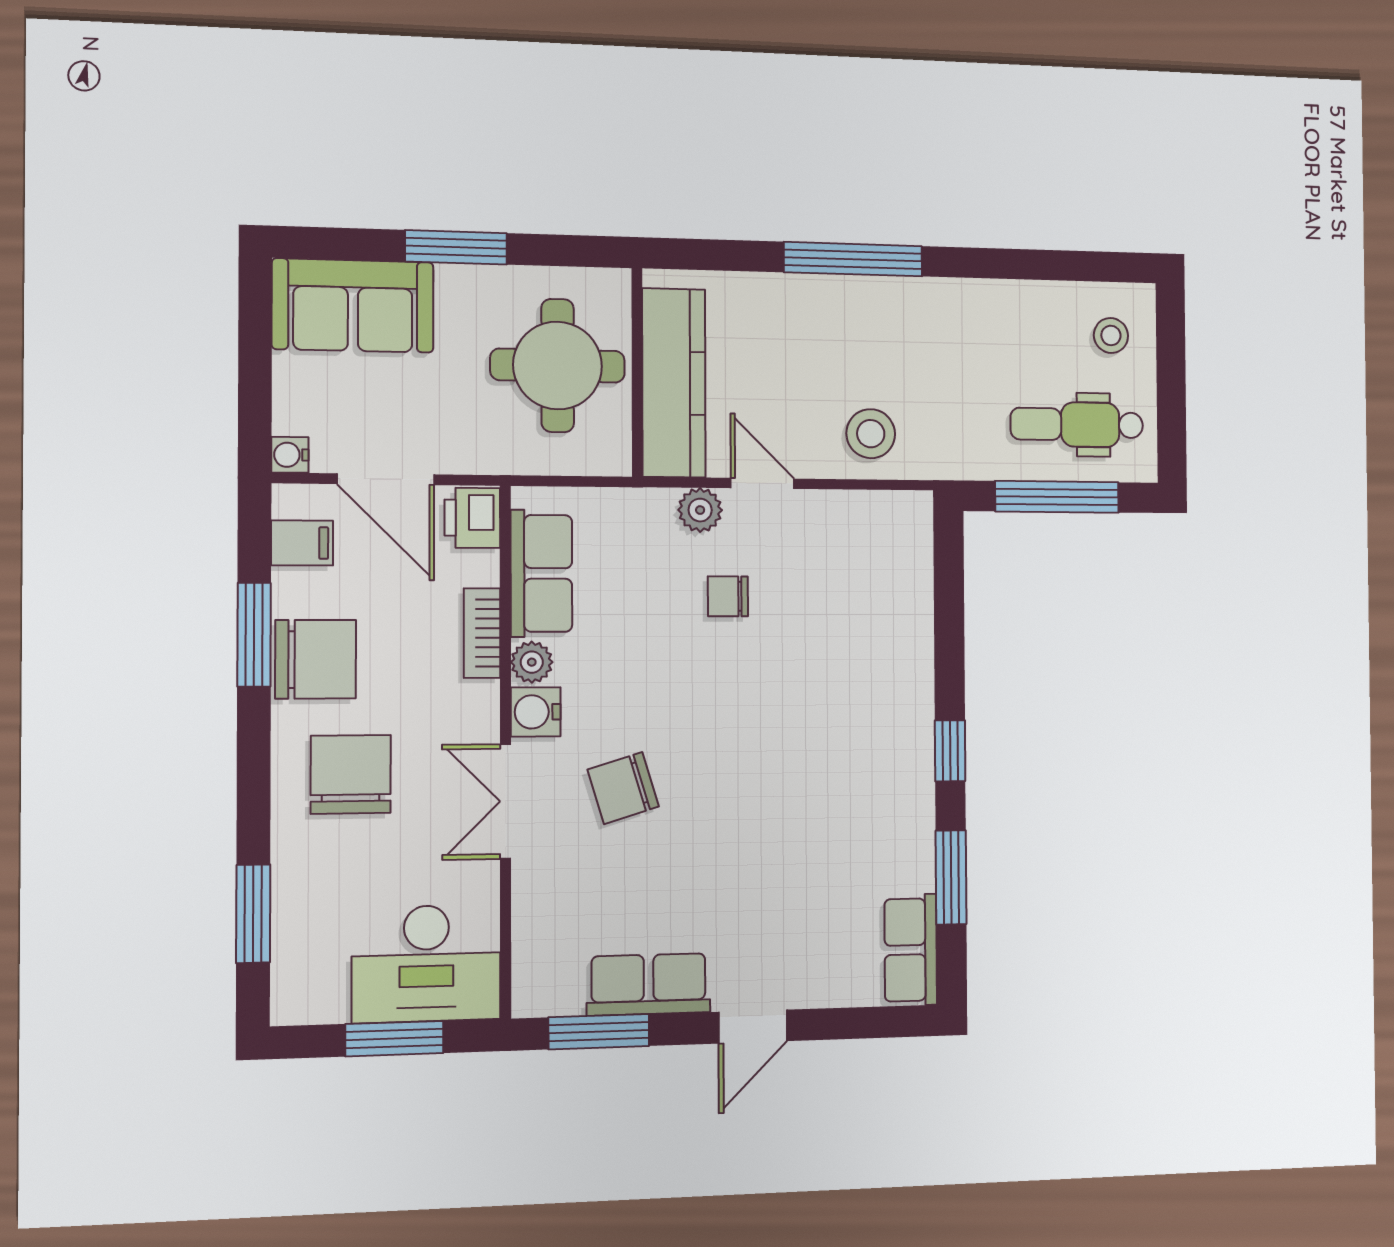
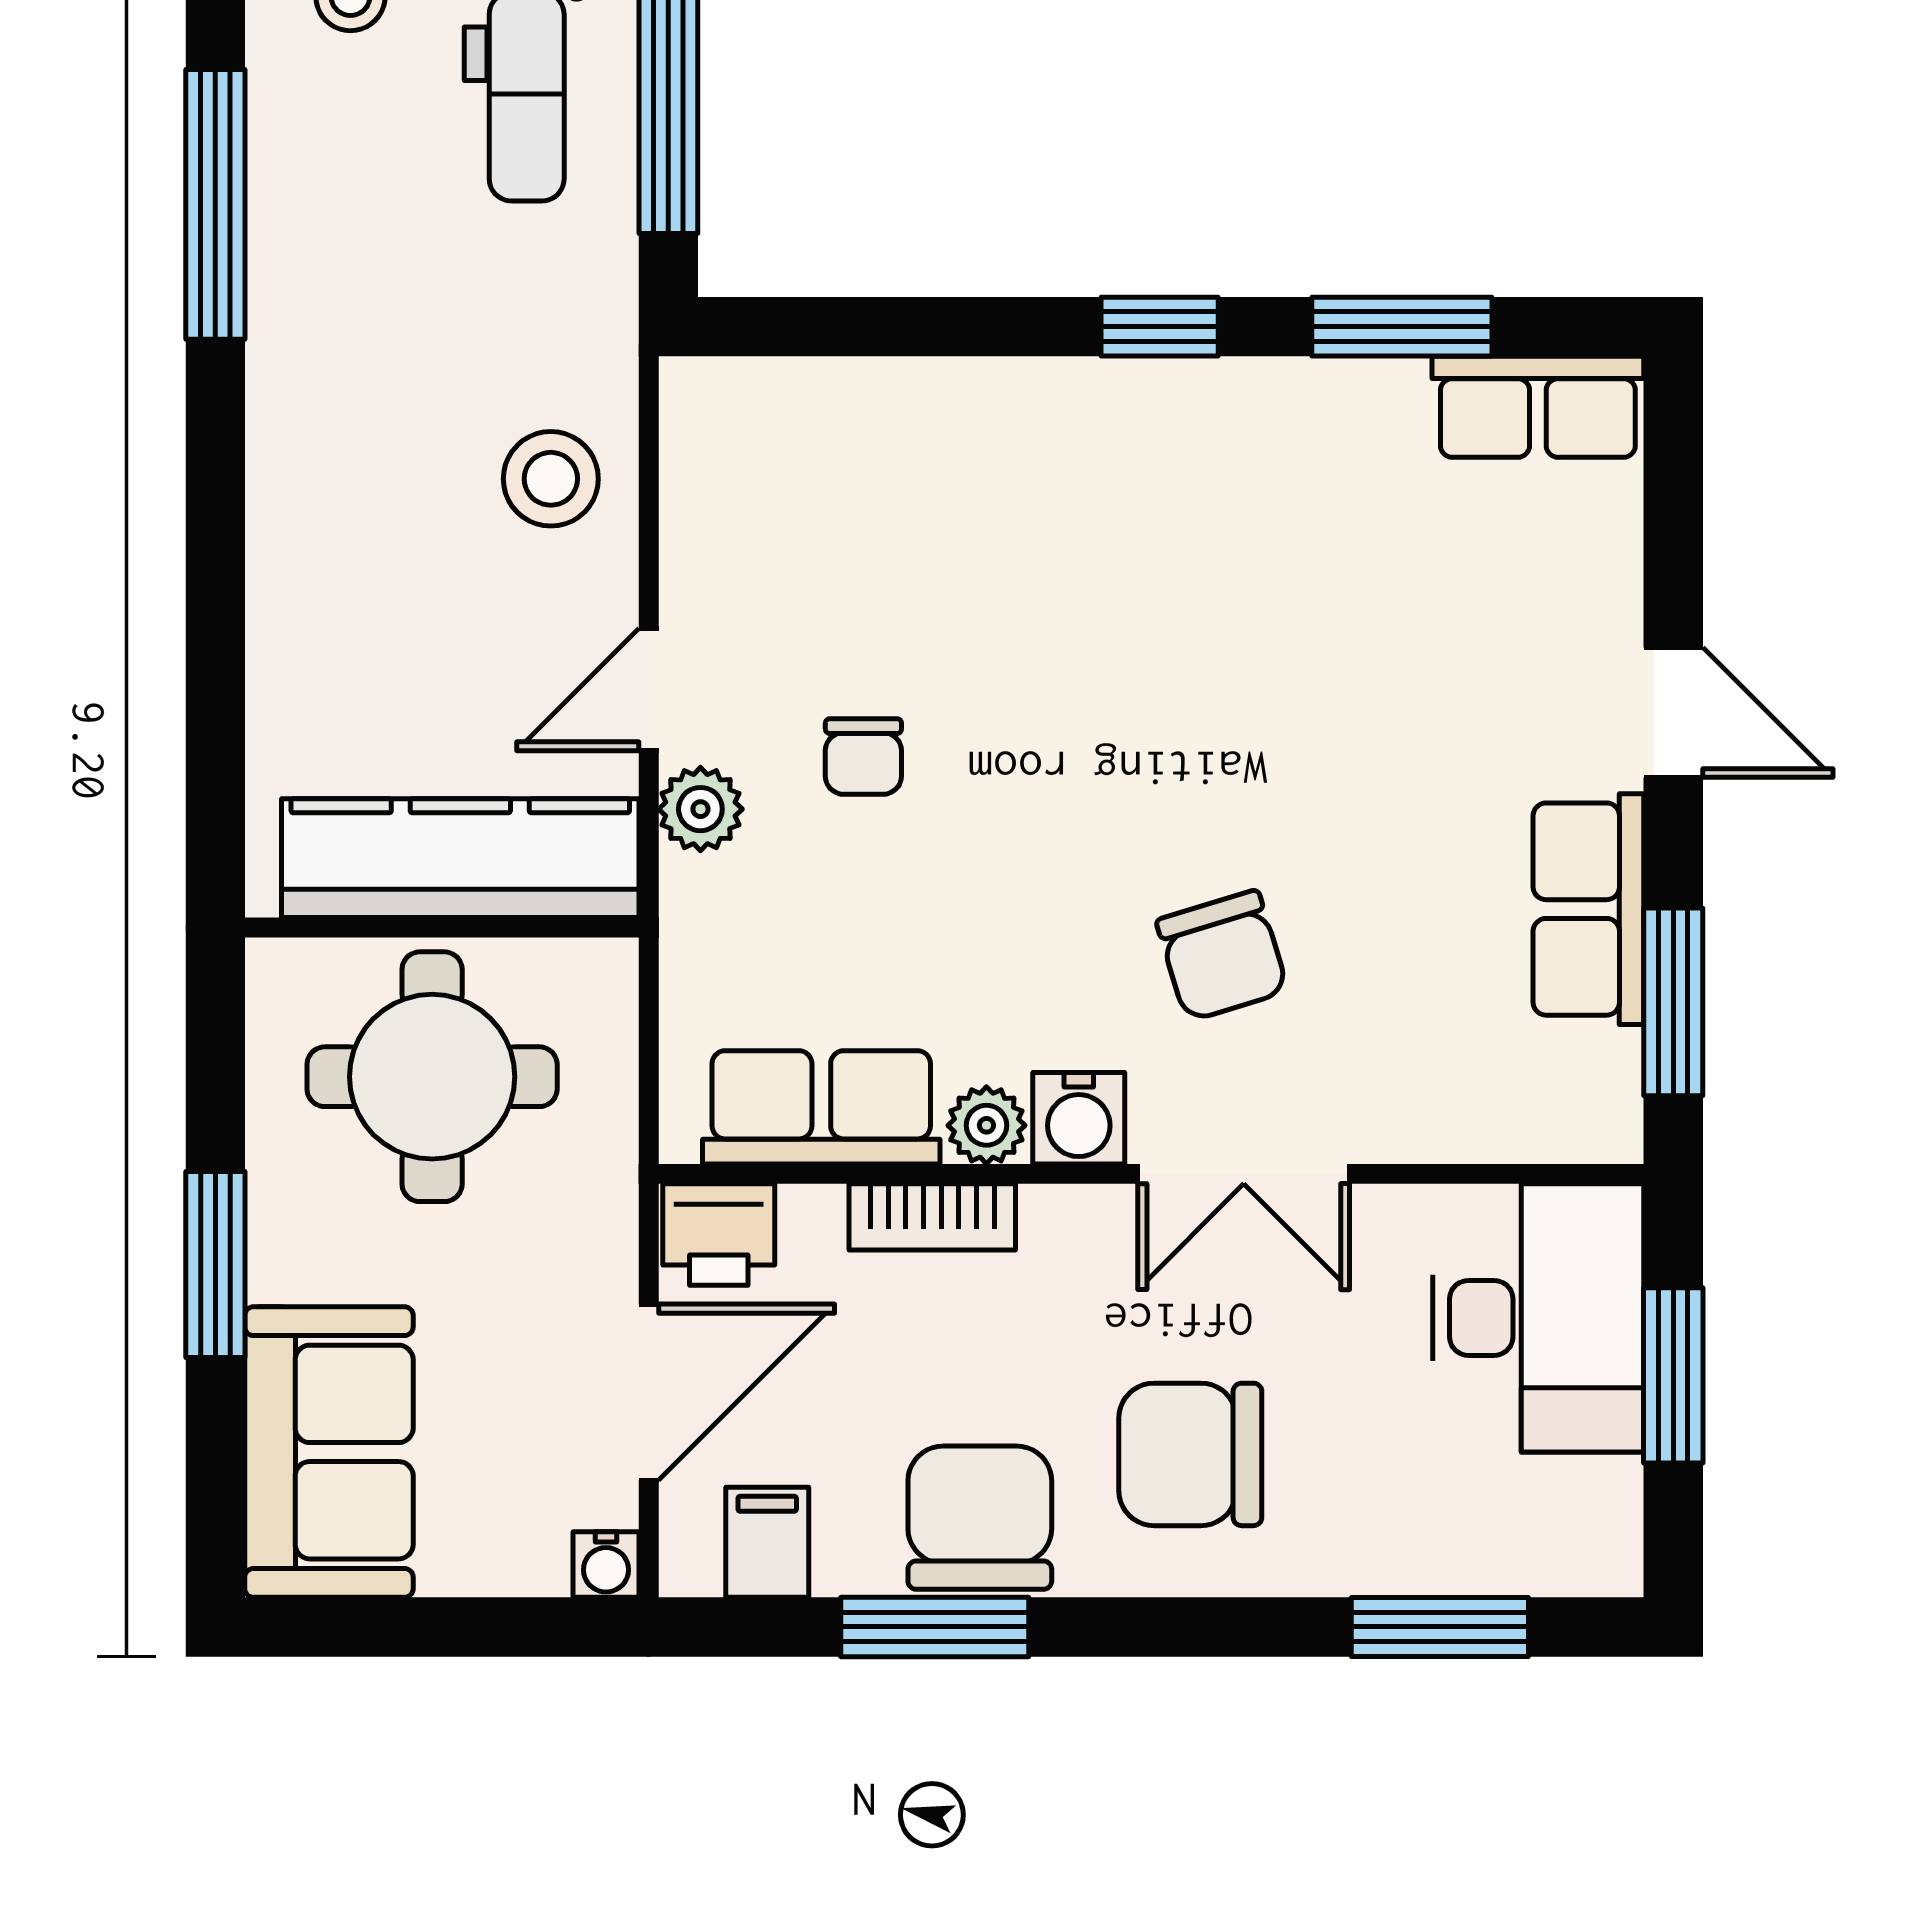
window: (853, 259) -> (215, 204), moved

